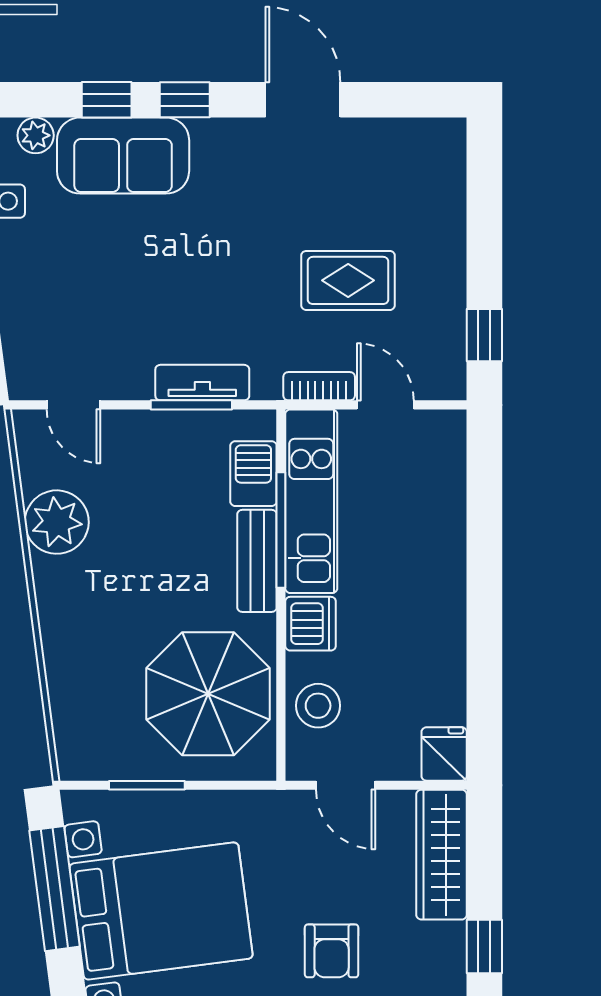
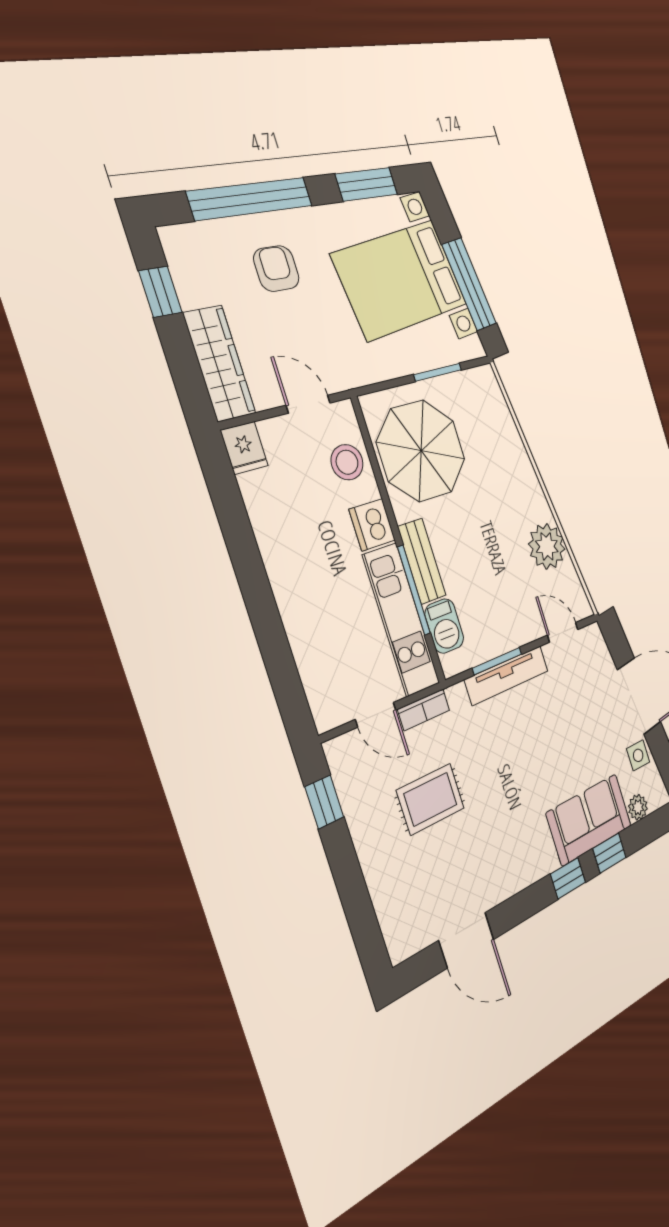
door: (303, 100) -> (466, 940), moved
tv unit: (202, 383) -> (507, 675), width x1.41

